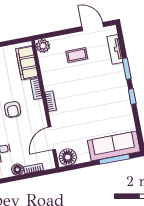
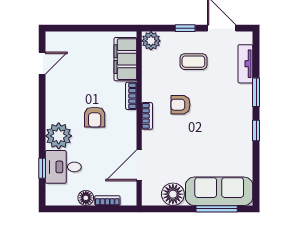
window: (66, 32) -> (185, 28), added
armchair: (73, 88) -> (180, 105), added
floor lamp: (68, 157) -> (173, 194), moved

